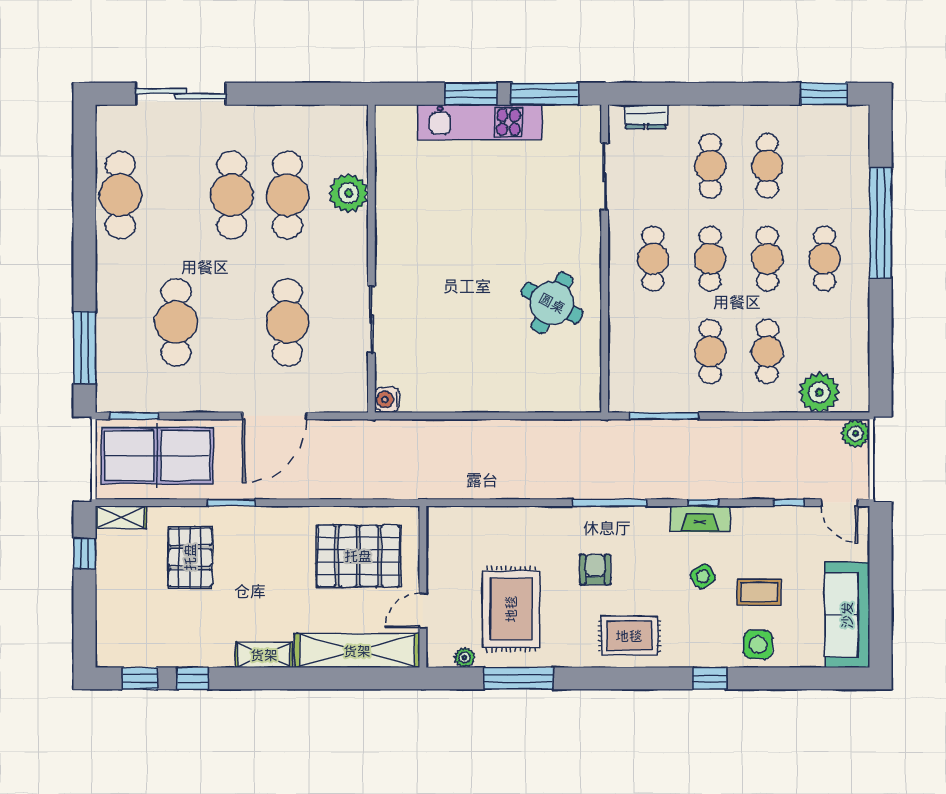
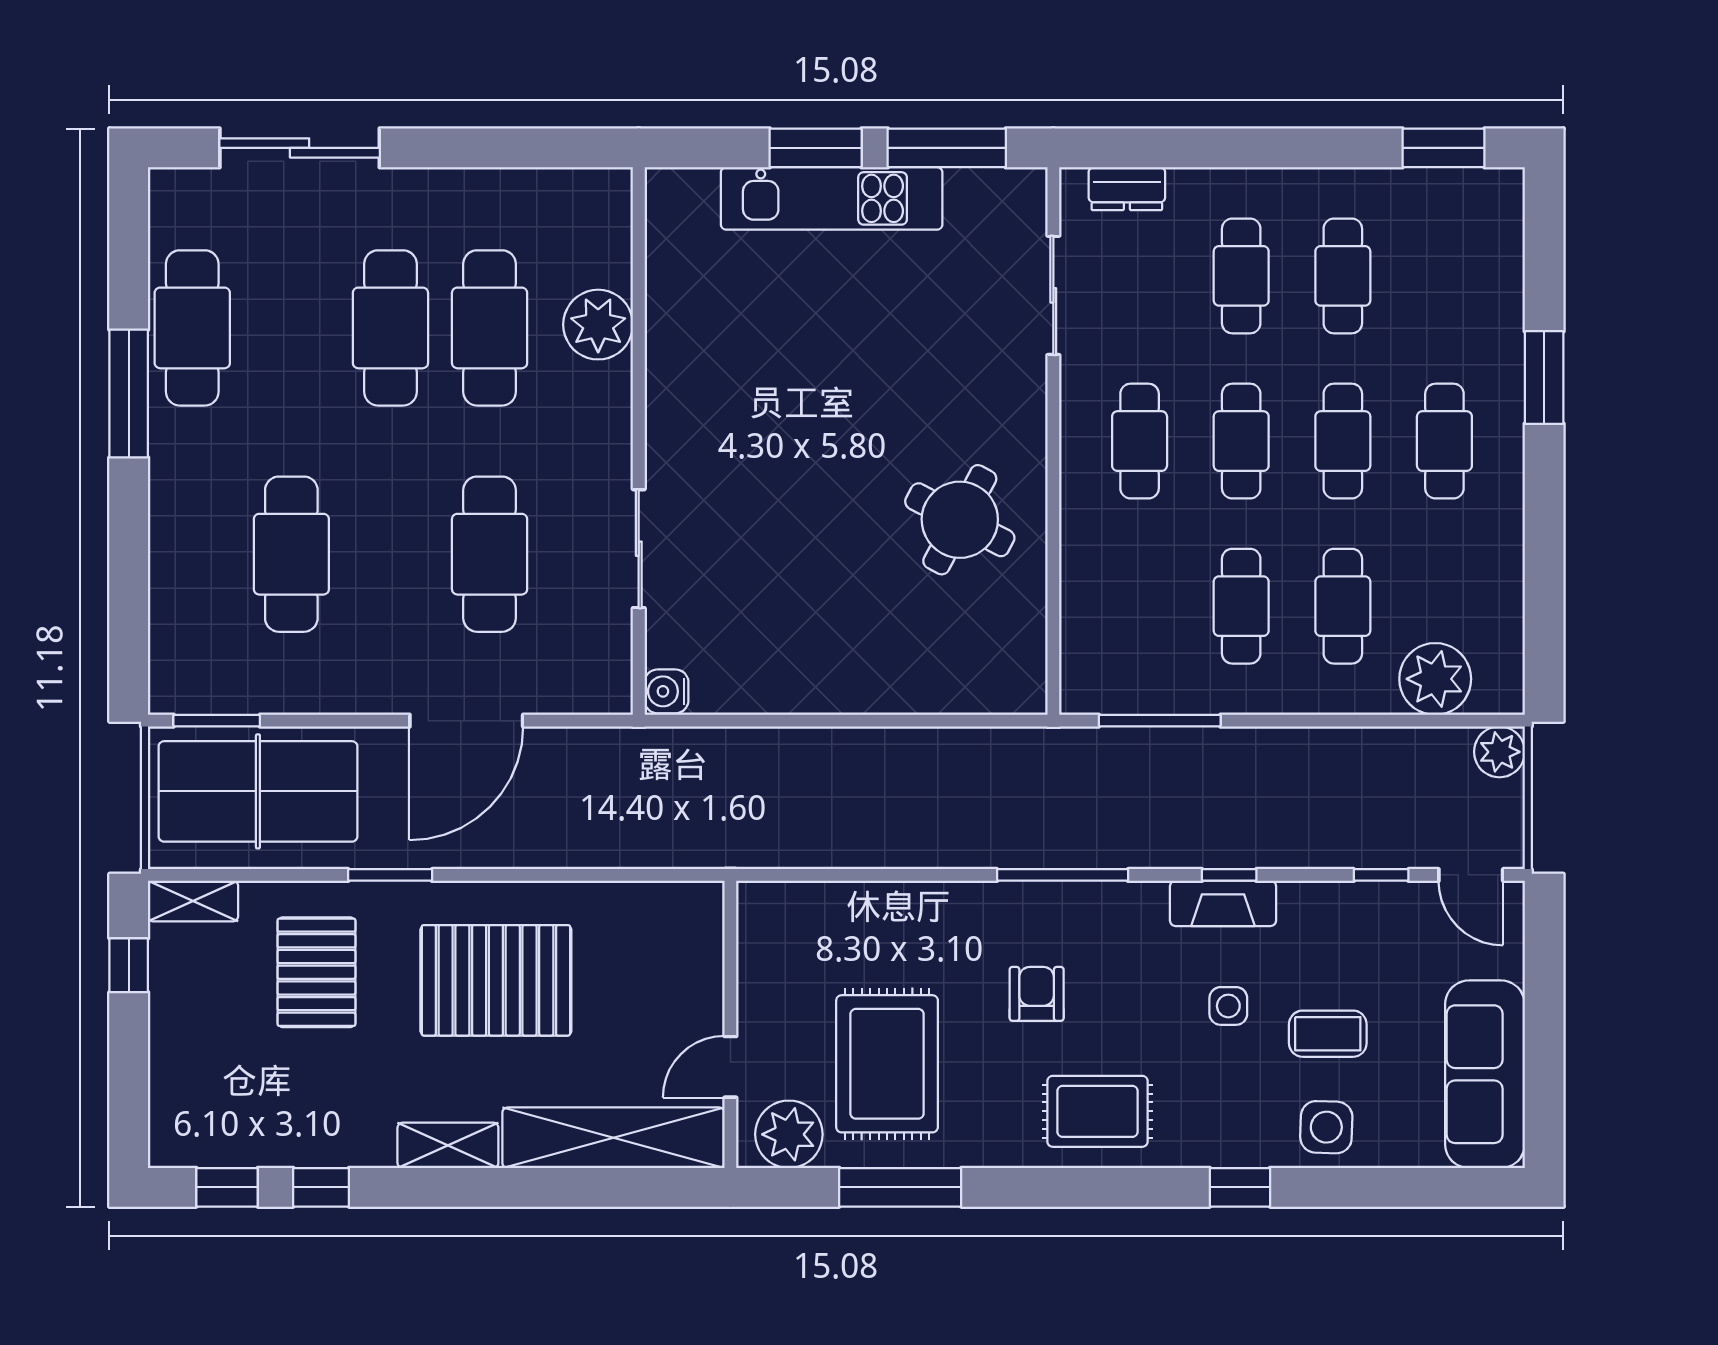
window: (881, 223) -> (1544, 378), width x0.47
window: (85, 348) -> (129, 394), moved
pallet: (358, 556) -> (496, 980), moved
side table: (703, 576) -> (1228, 1006), turned 34
plant: (465, 657) -> (789, 1134), width x1.88, depth x1.88

